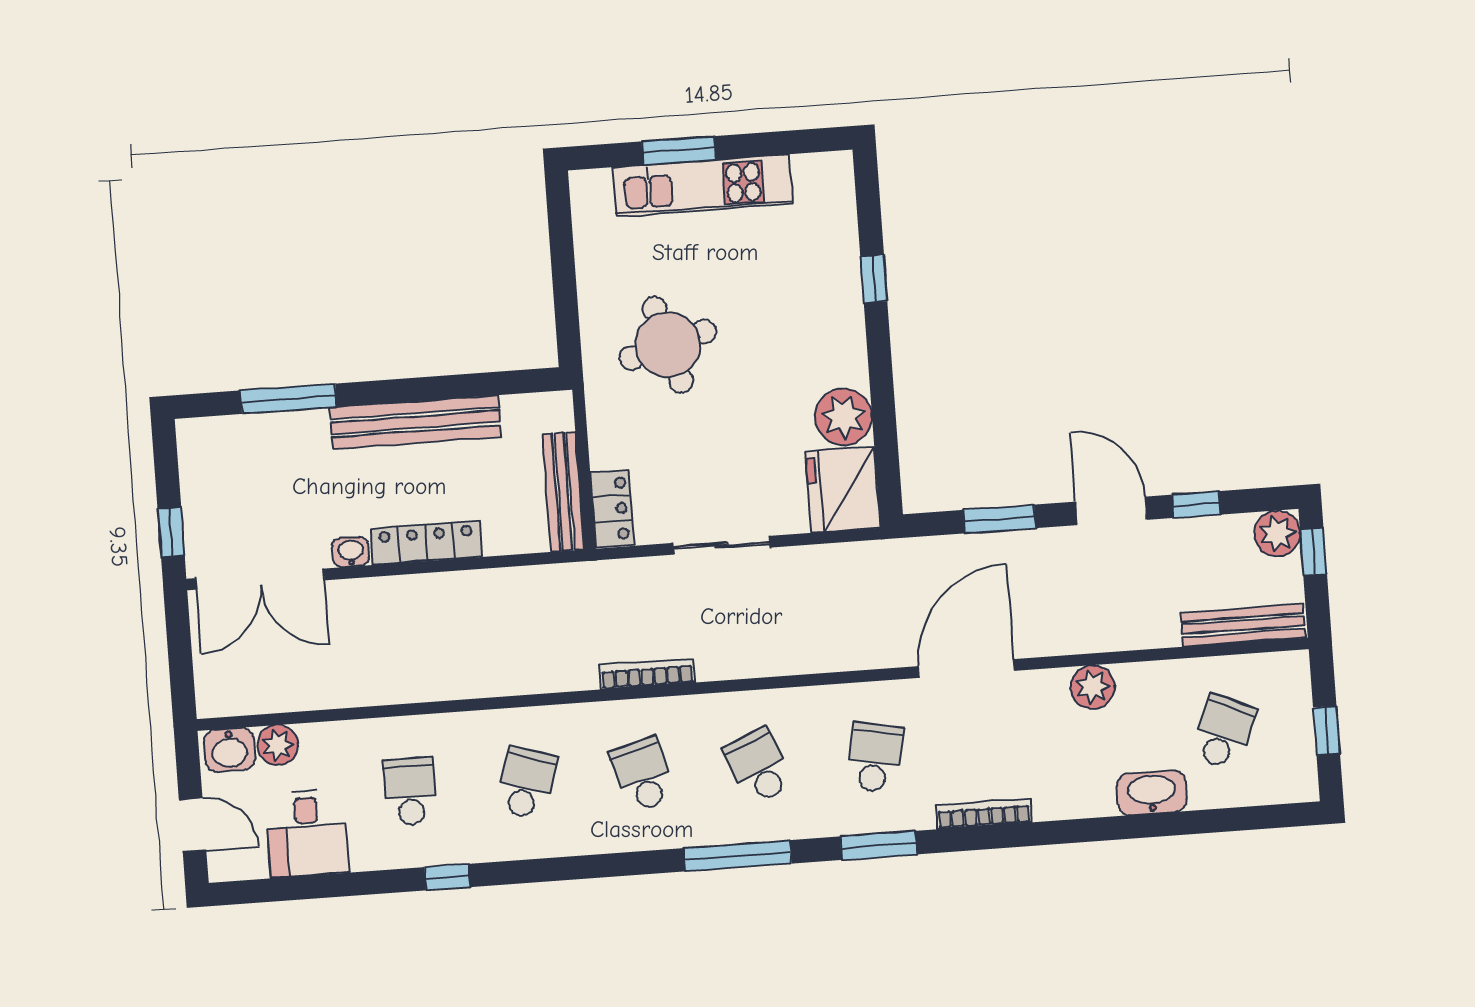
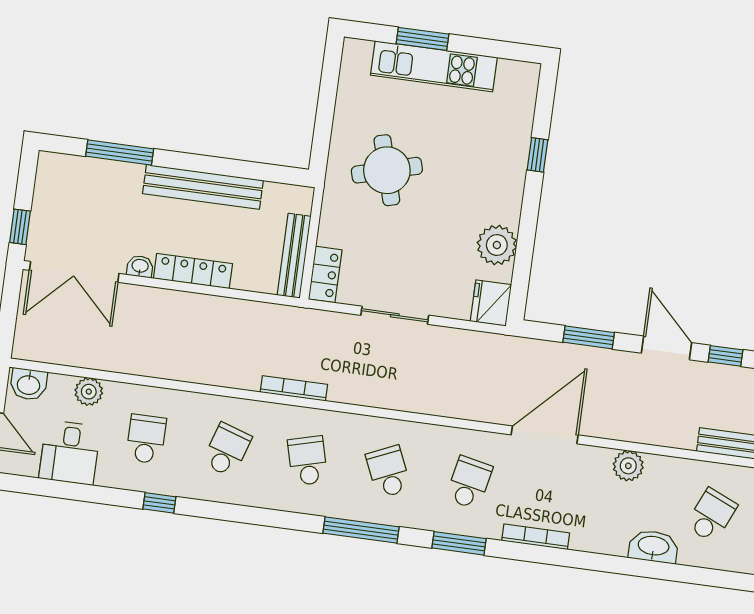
fridge: (843, 490) -> (491, 303), width x0.73, depth x0.75
bookcase: (647, 674) -> (294, 388), moved
plant: (278, 745) -> (89, 392), moved

